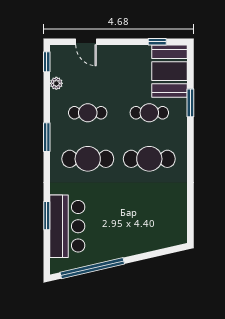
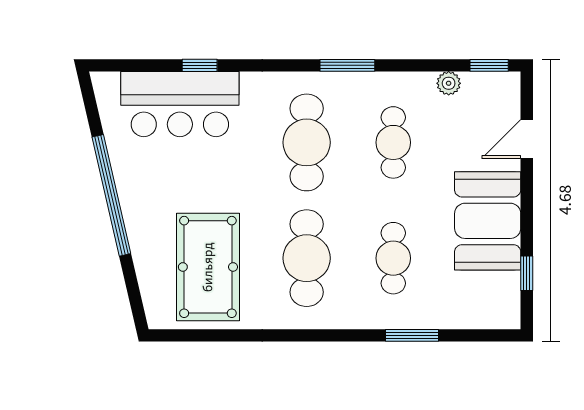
booth: (170, 71) -> (488, 221), moved, turned 90
pool table: (154, 211) -> (208, 267), added
window: (47, 216) -> (200, 65), width x0.67
window: (92, 268) -> (111, 195), moved

